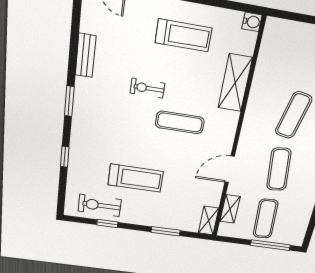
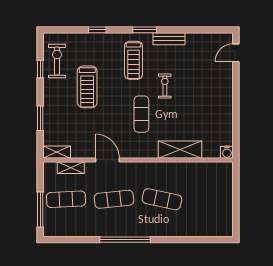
treadmill: (183, 35) -> (134, 60), moved
bench: (86, 55) -> (169, 39), moved

